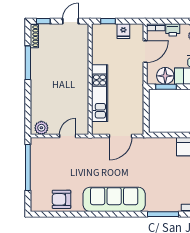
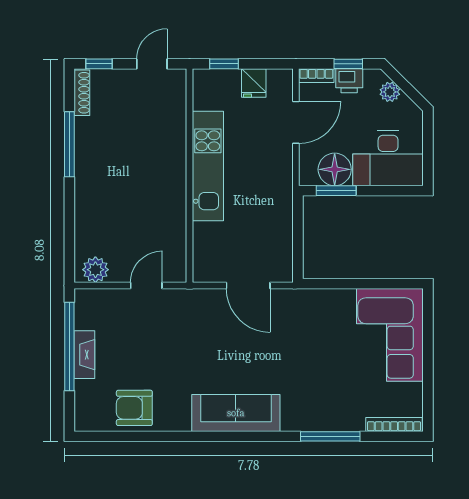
window: (172, 21) -> (348, 64), added
kitchen unit: (100, 93) -> (208, 166), moved
door: (120, 136) -> (248, 286), hinge flipped
fireplace: (36, 172) -> (84, 355), added
sofa: (114, 199) -> (236, 413), width x0.74, depth x0.79

